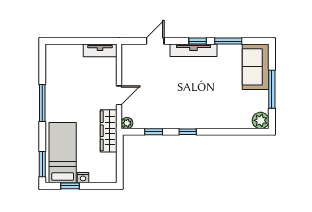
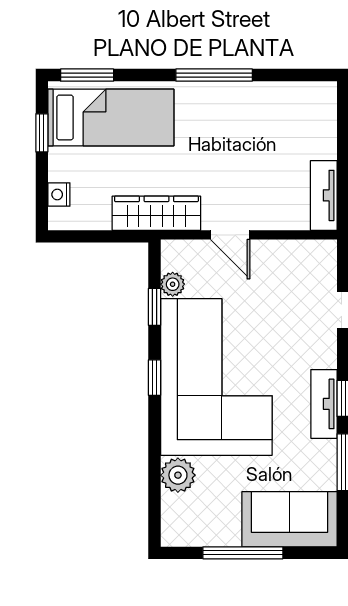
tv unit: (194, 50) -> (324, 404), width x0.71
corner sofa: (187, 102) -> (216, 377), added
plant: (261, 120) -> (178, 475), moved
plant: (127, 123) -> (173, 284), moved
nightstand: (83, 178) -> (59, 195), moved

